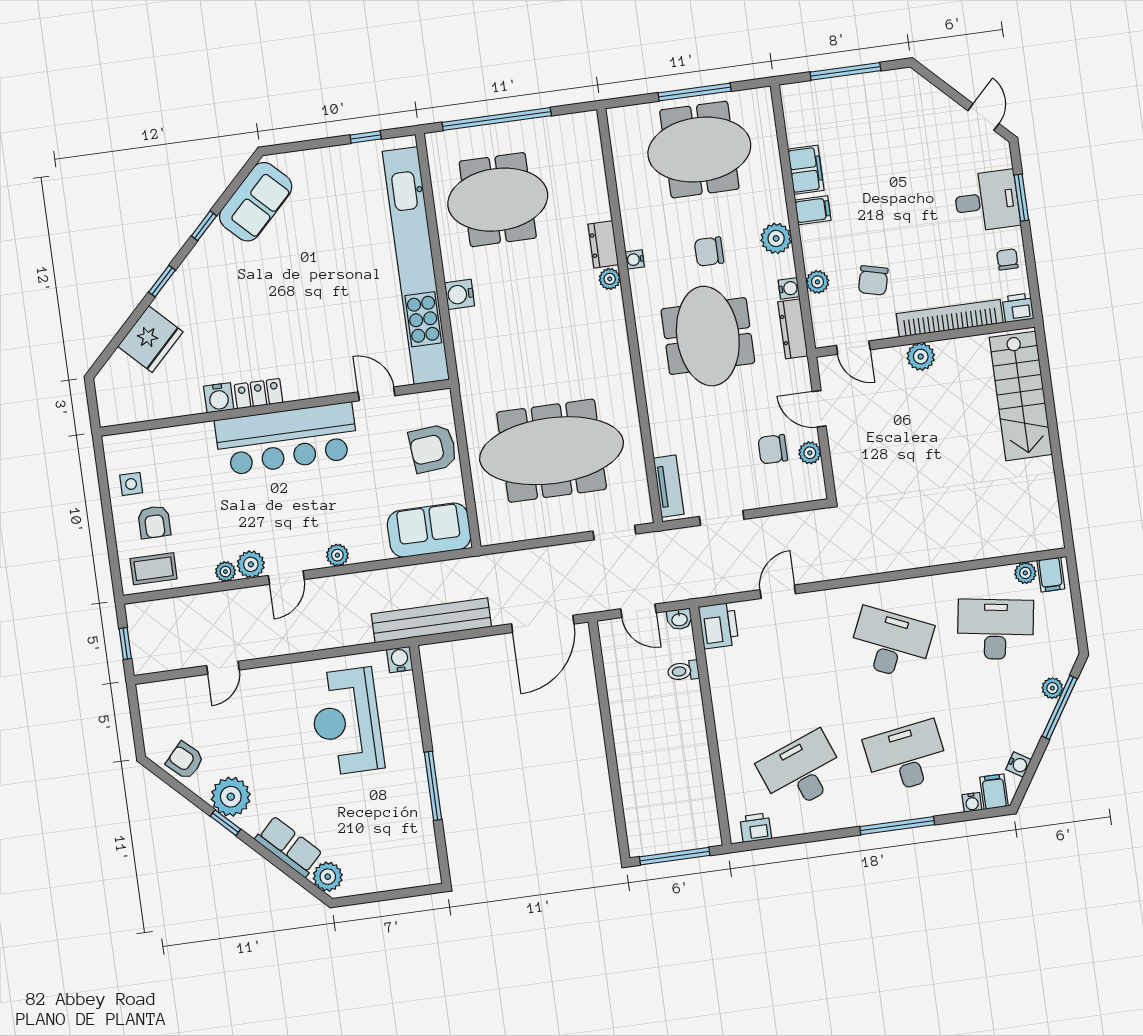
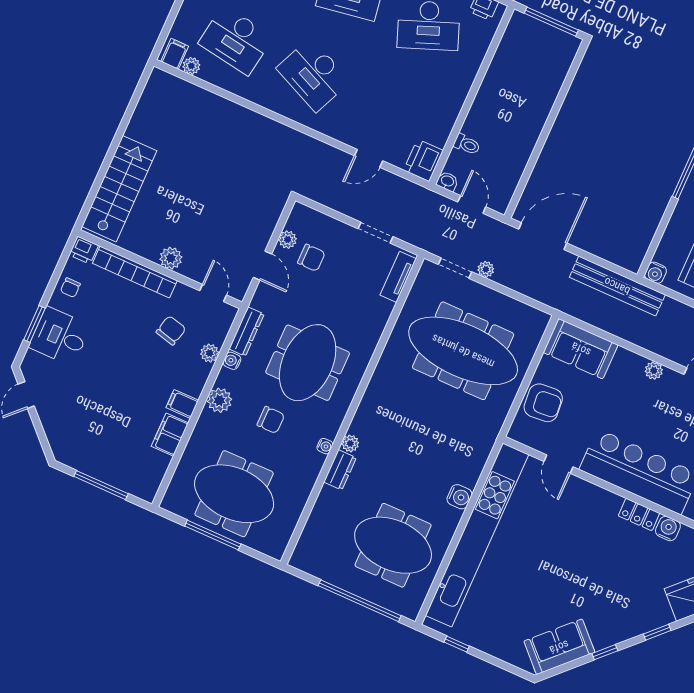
plant: (581, 552) -> (486, 269), added

